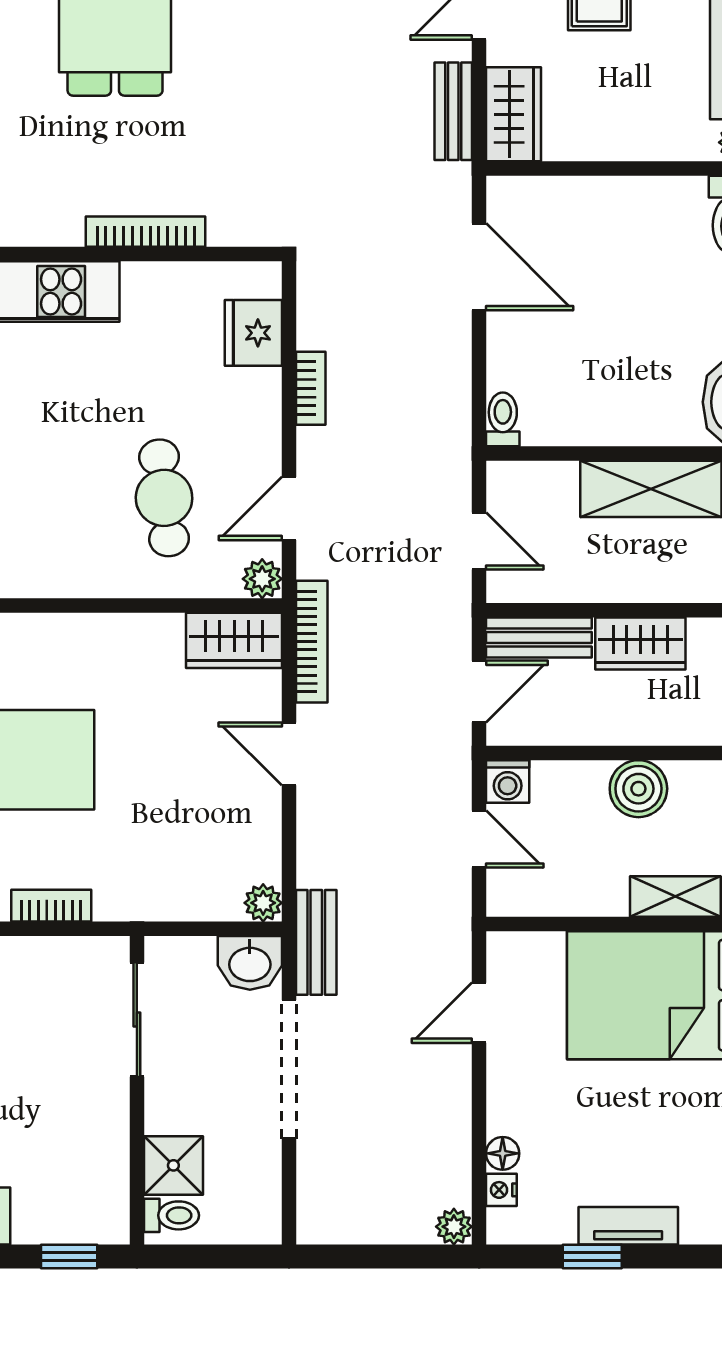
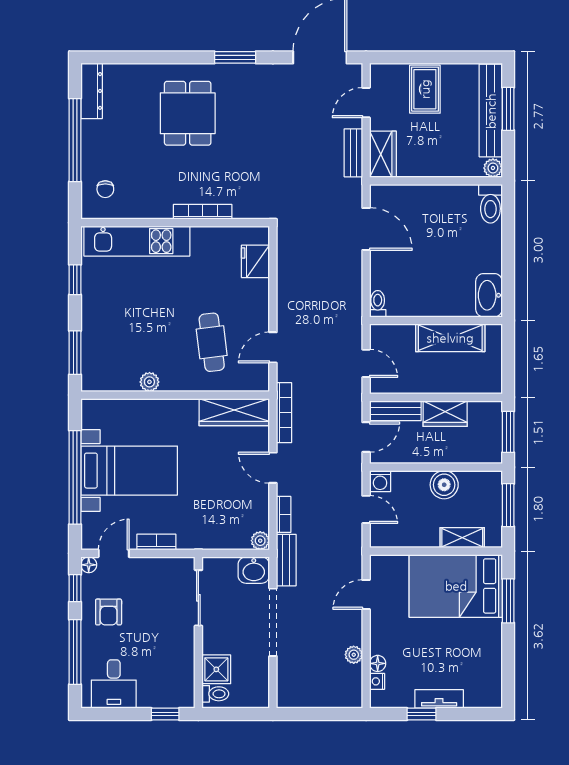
bookcase: (311, 388) -> (284, 514), moved
plant: (262, 579) -> (149, 382), moved
wardrobe: (234, 640) -> (234, 412), width x1.50
plant: (454, 1227) -> (354, 655), moved

